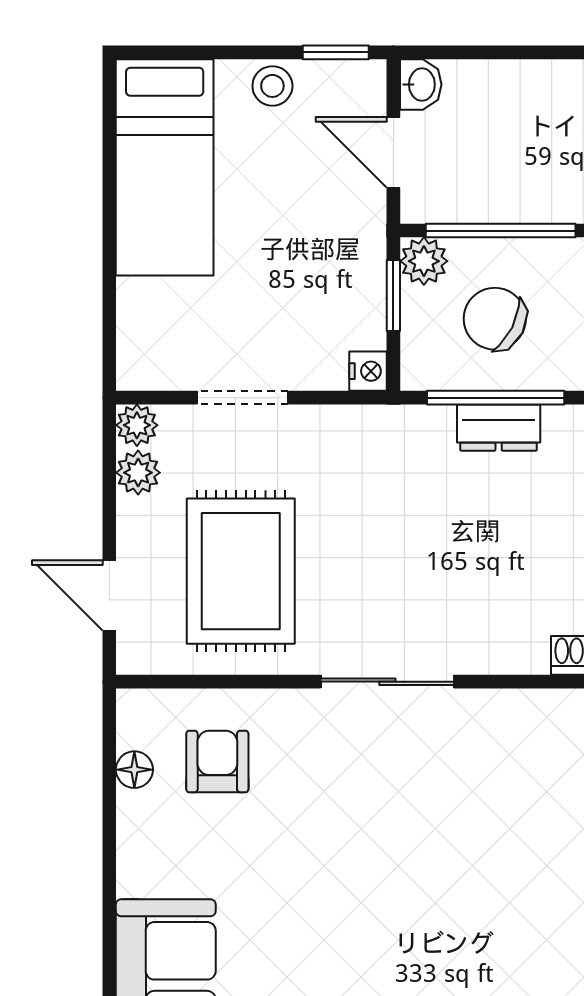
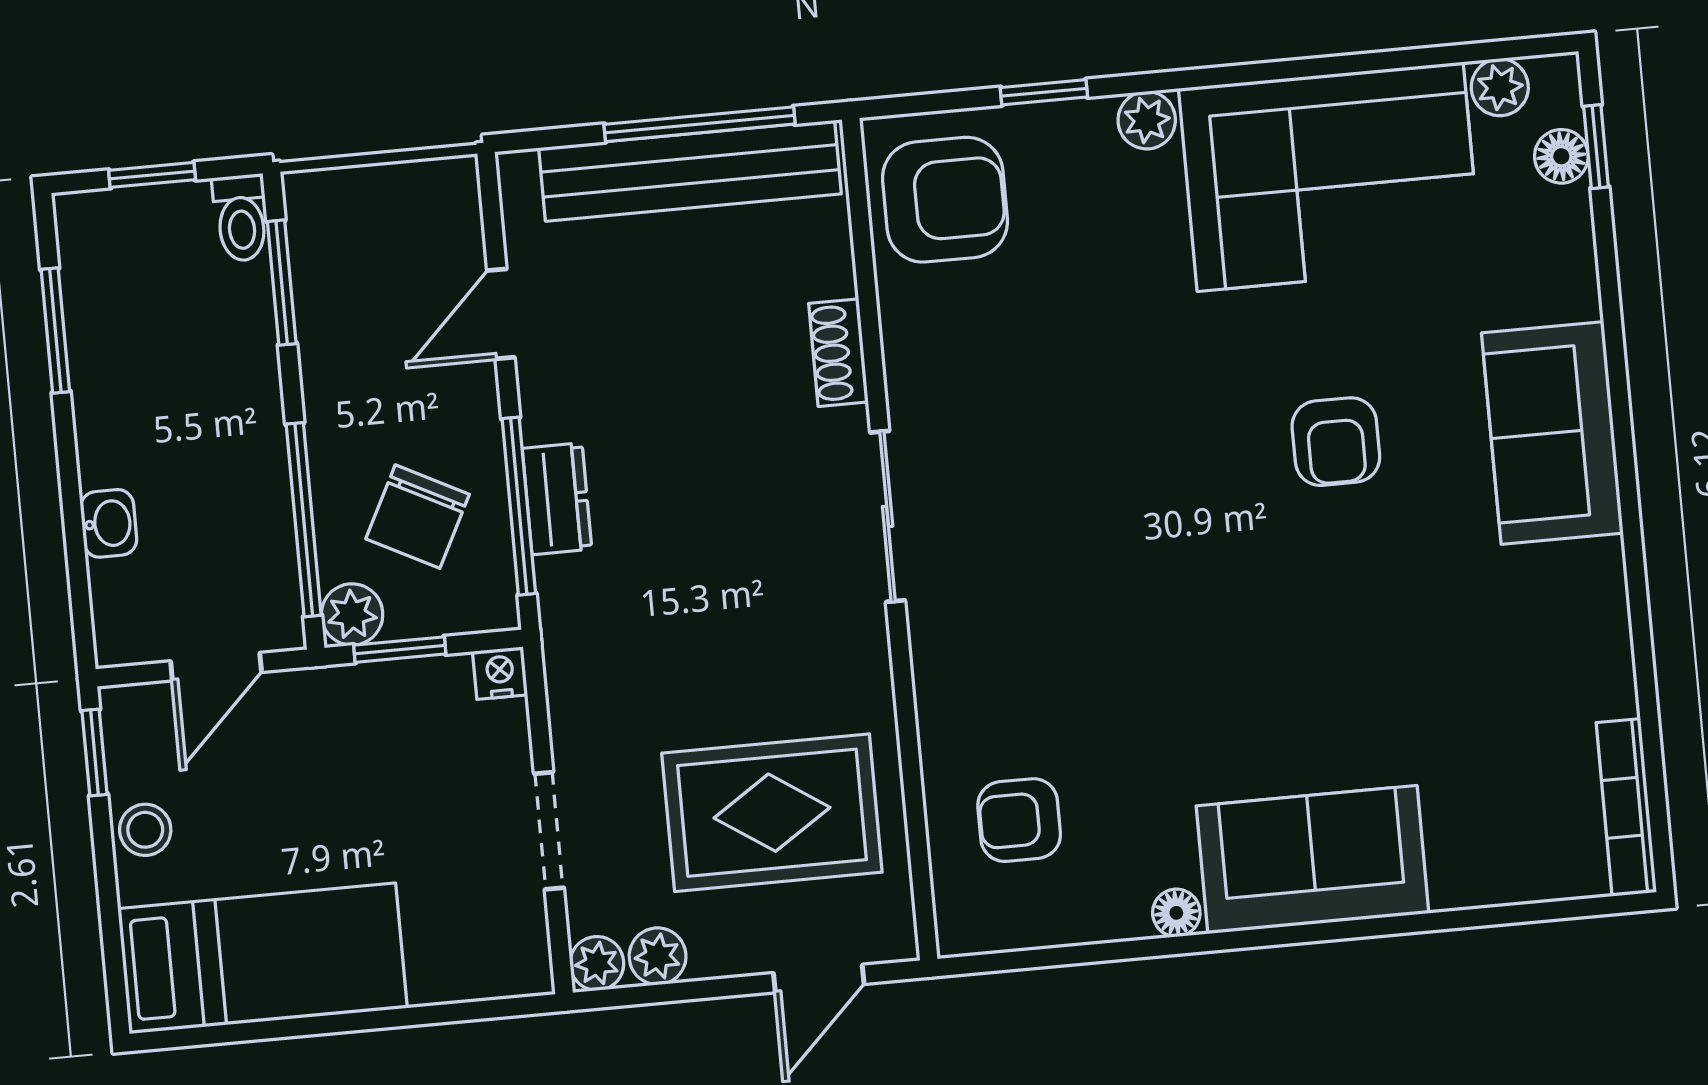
washbasin: (421, 84) -> (109, 523), moved, turned 90
sliding door: (387, 682) -> (888, 516), moved
floor lamp: (134, 770) -> (1176, 913), moved

